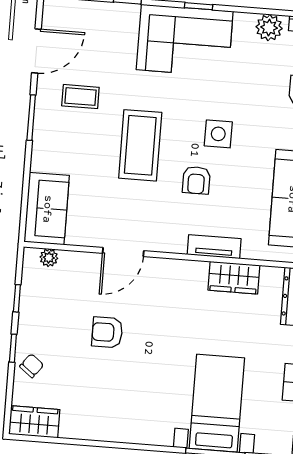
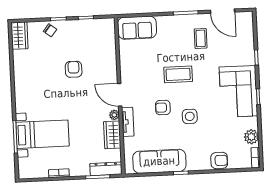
coffee table: (140, 145) -> (178, 74), width x0.73, depth x0.76
door: (123, 252) -> (120, 95), moved
plant: (49, 258) -> (114, 115), moved

